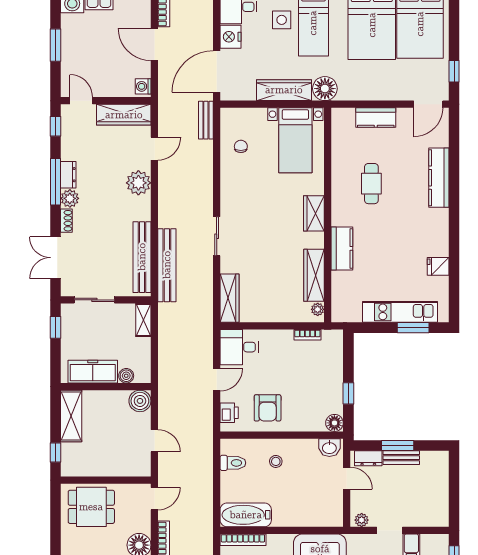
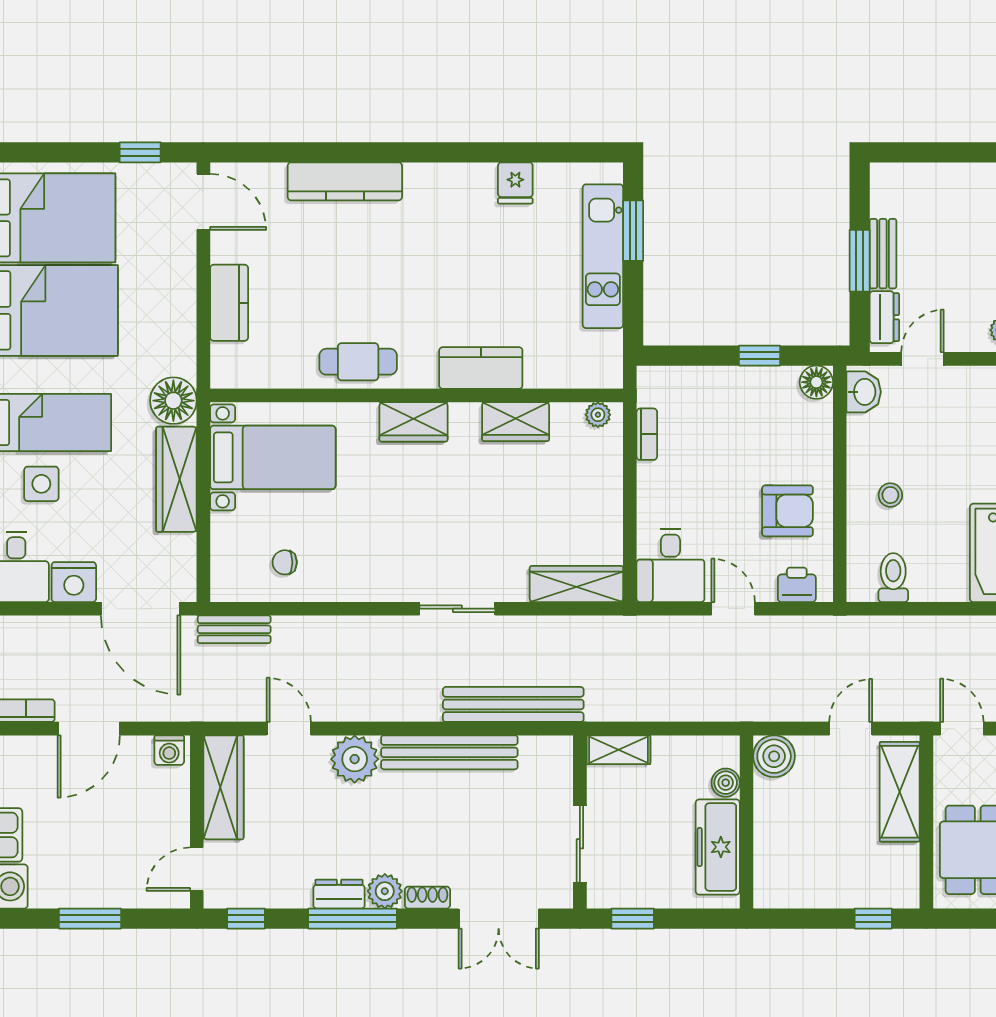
cafe table: (371, 184) -> (358, 362), moved
bench: (142, 257) -> (449, 752), moved
wardrobe: (314, 275) -> (516, 422), width x0.67
shelving: (71, 416) -> (900, 792), moved, turned 90

